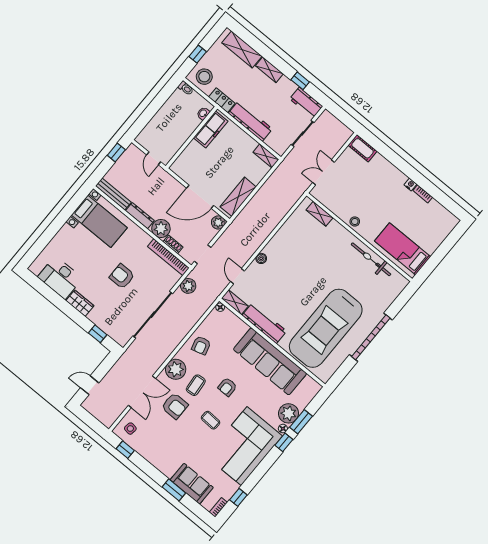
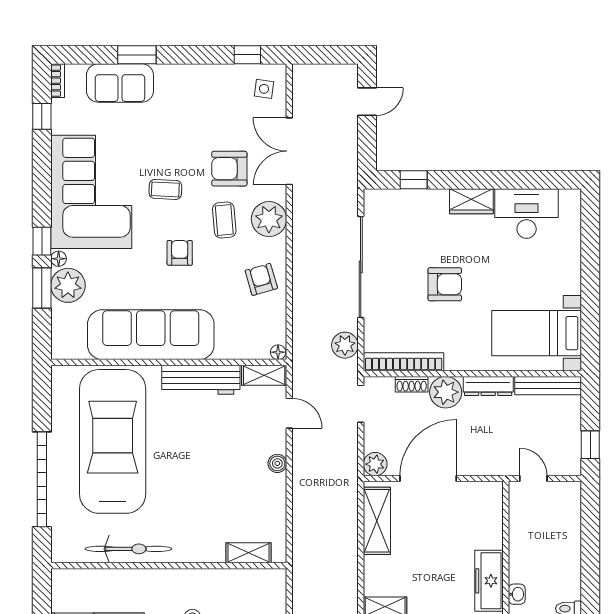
shelving: (320, 214) -> (249, 553), moved
wall: (359, 237) -> (169, 566), moved
bicycle: (371, 259) -> (128, 549), moved

